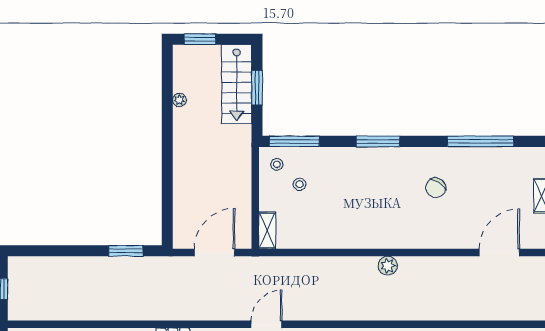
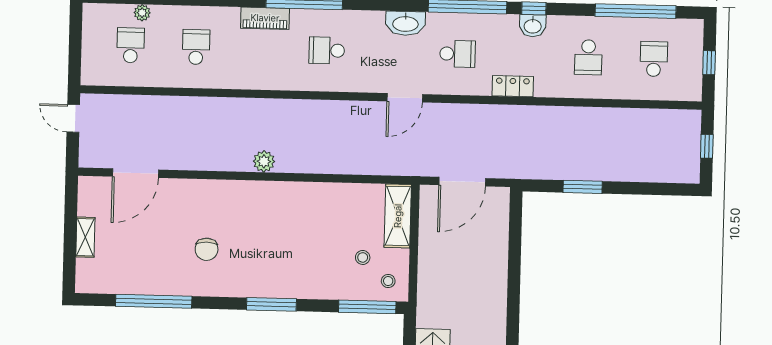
chair: (436, 188) -> (207, 249), turned 144
shelving: (267, 230) -> (398, 216), width x1.50, depth x1.33
window: (126, 251) -> (583, 187), moved

